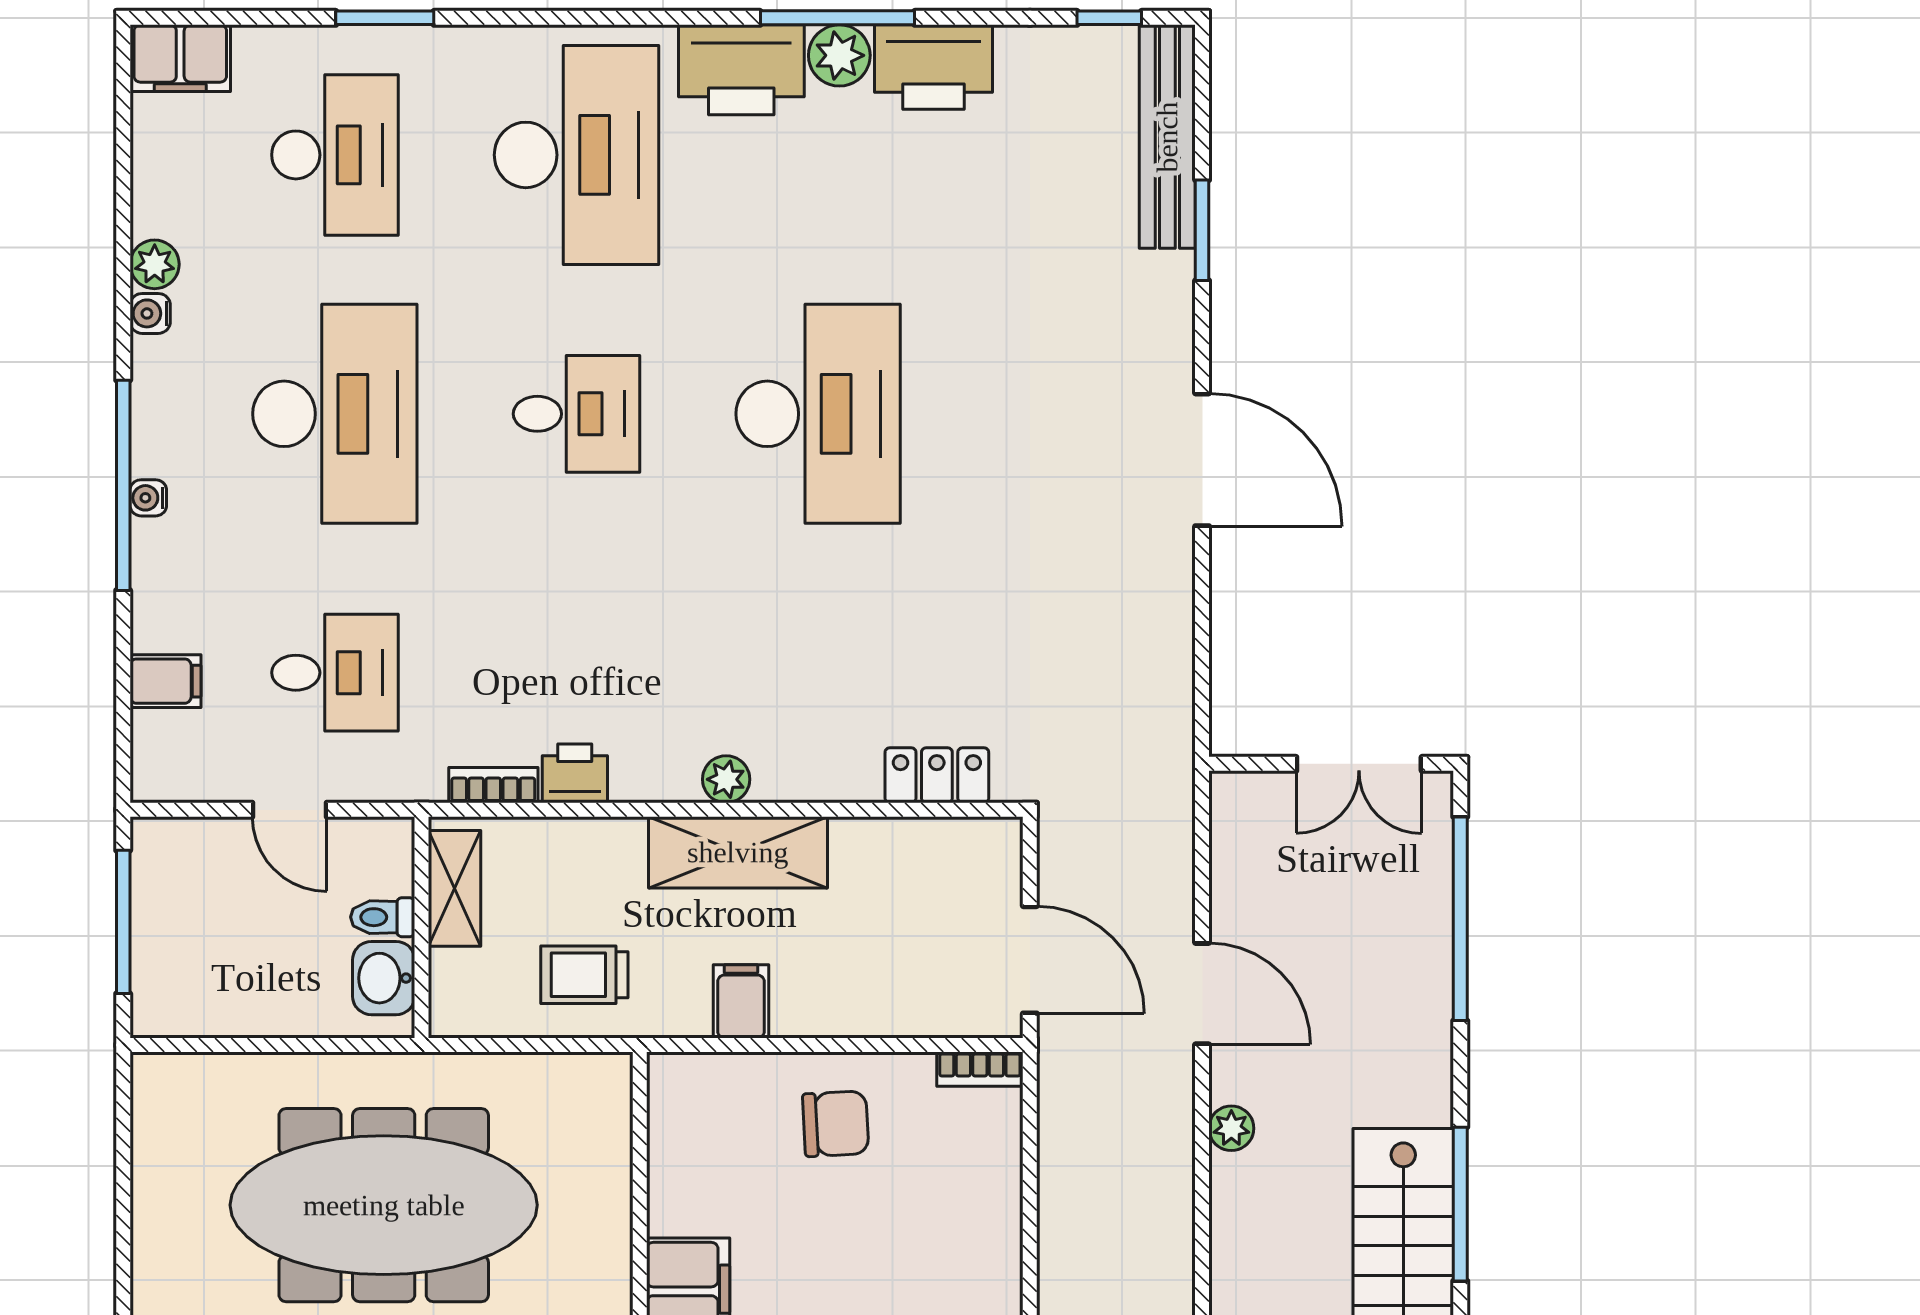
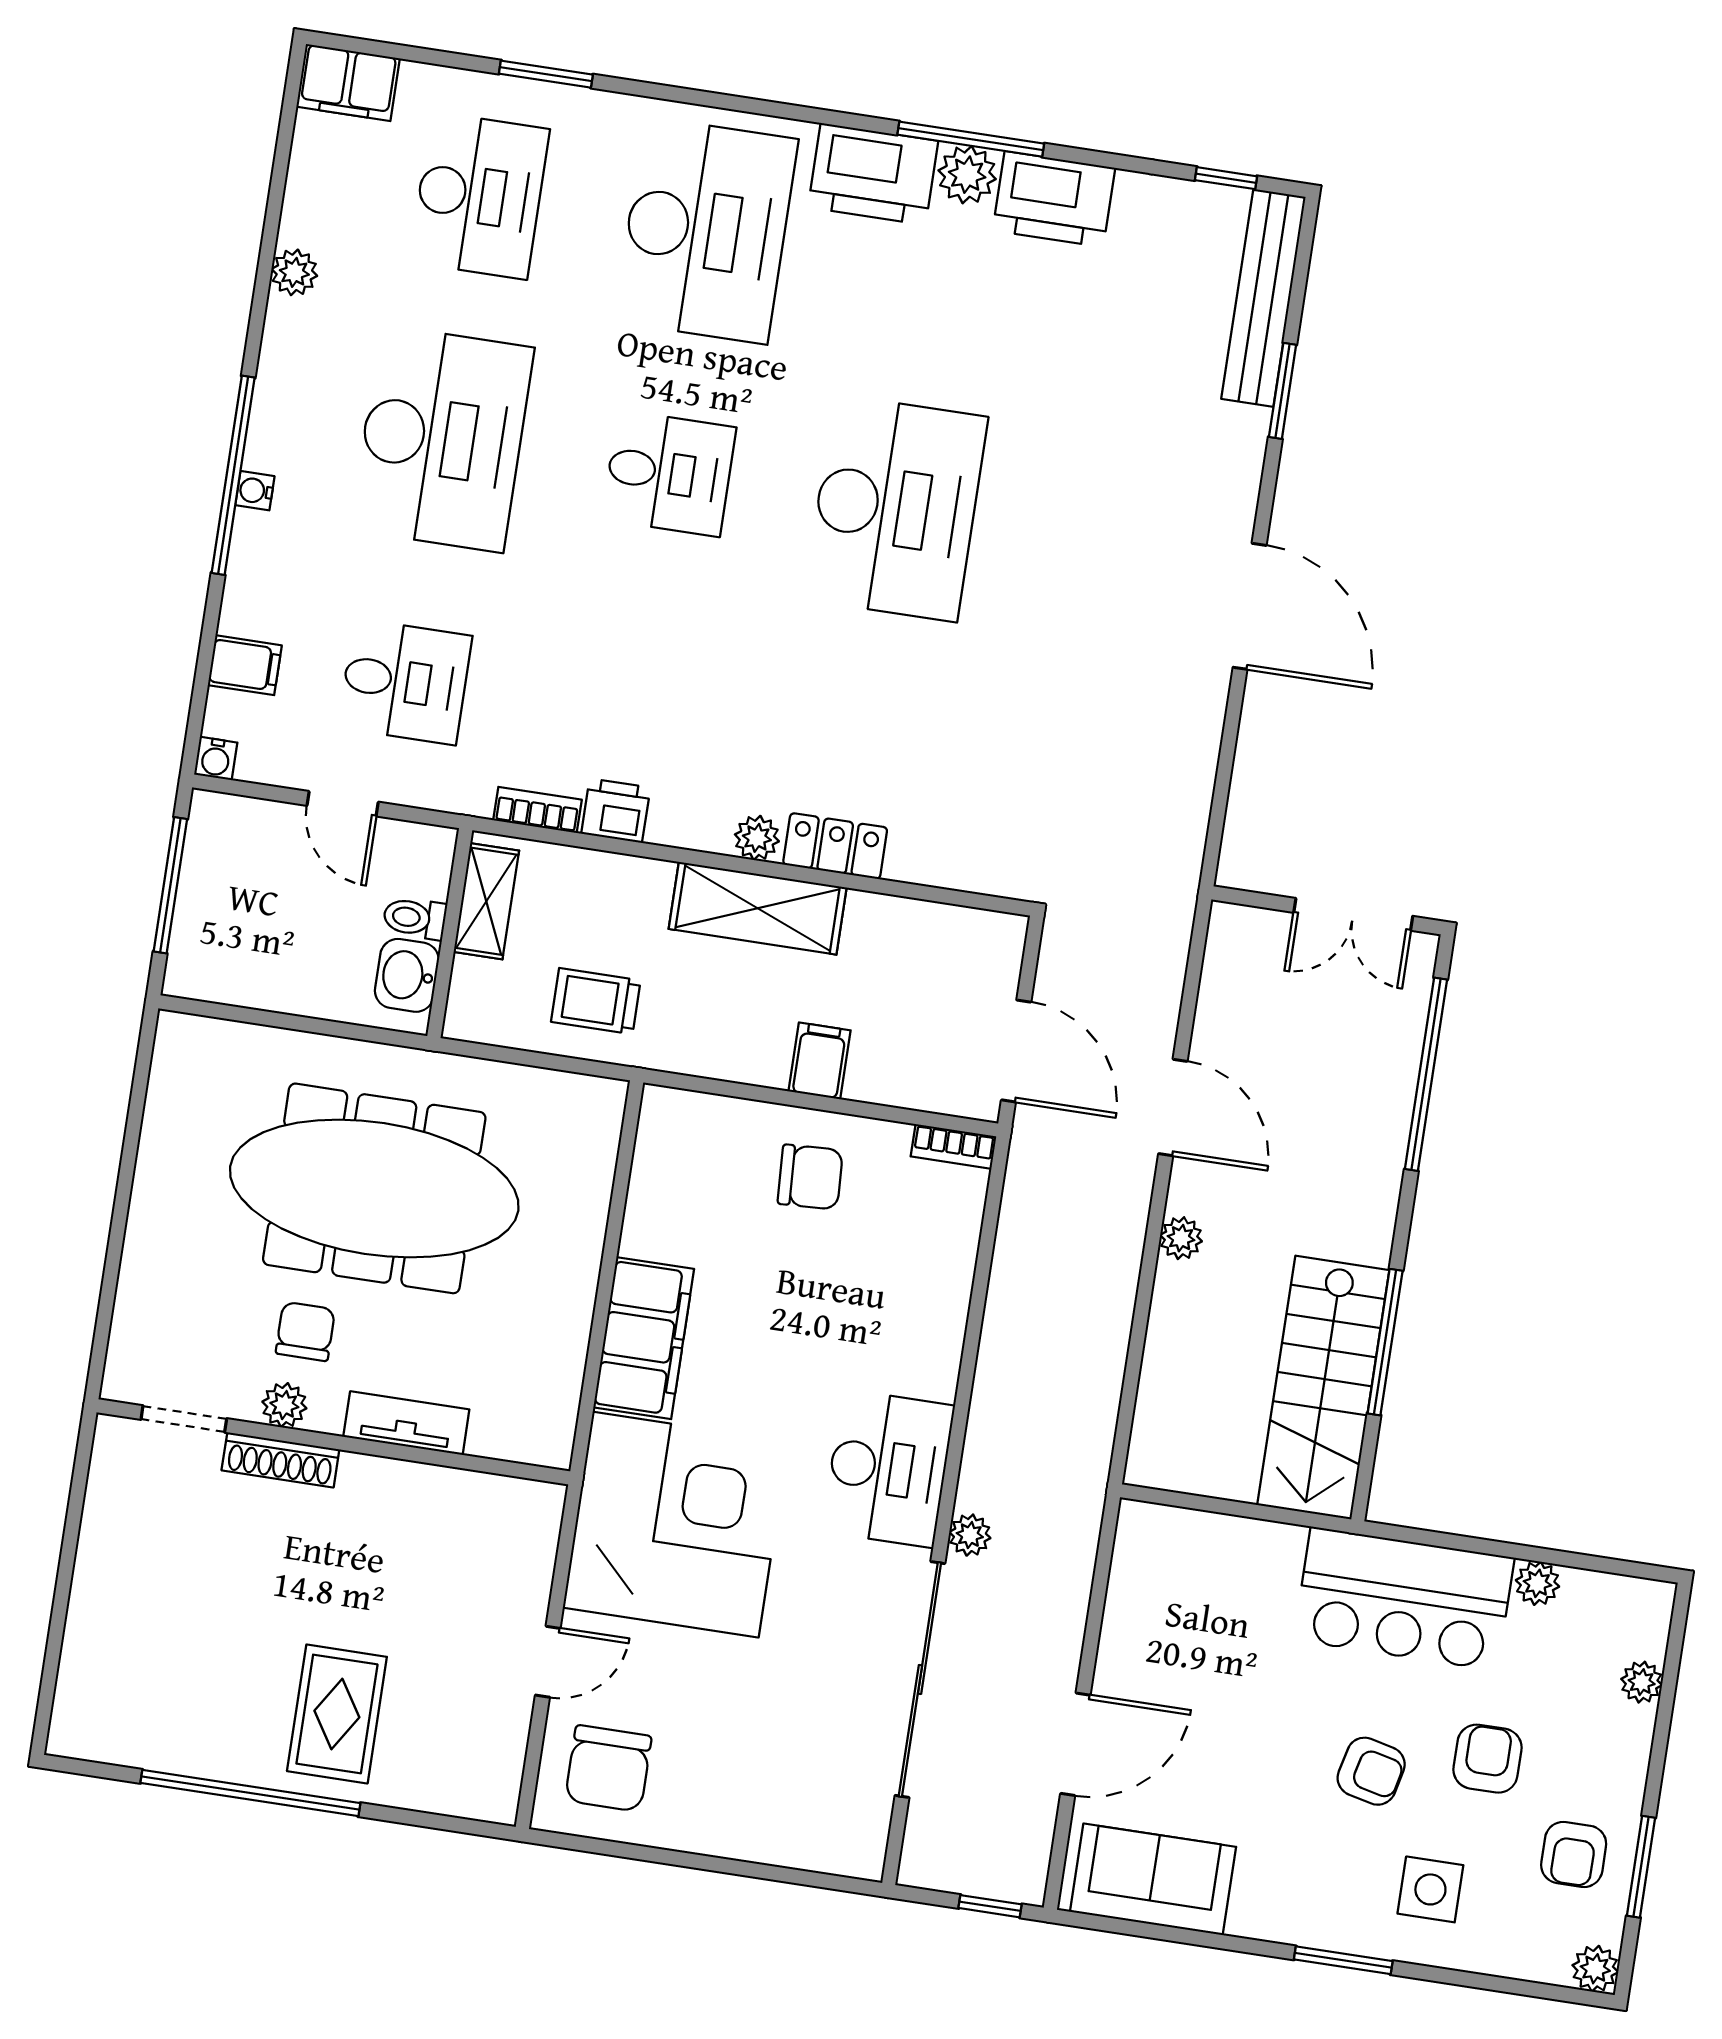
water cooler: (150, 313) -> (216, 758), moved, turned -90
locker: (937, 775) -> (835, 846), moved
filing cabinet: (741, 1001) -> (820, 1061), moved

